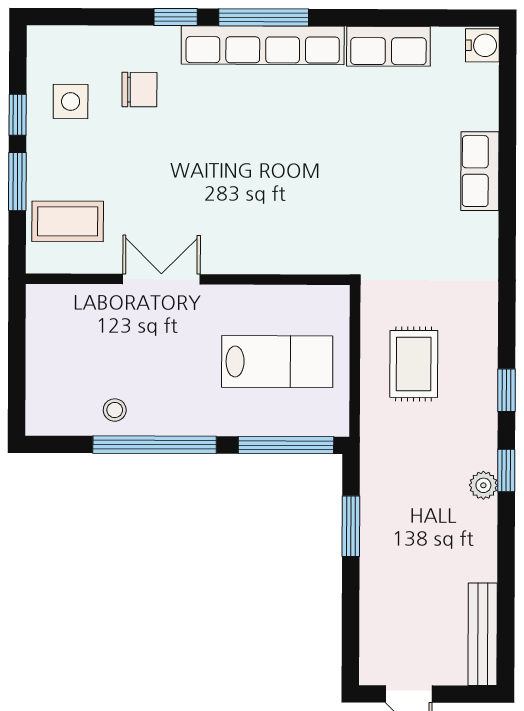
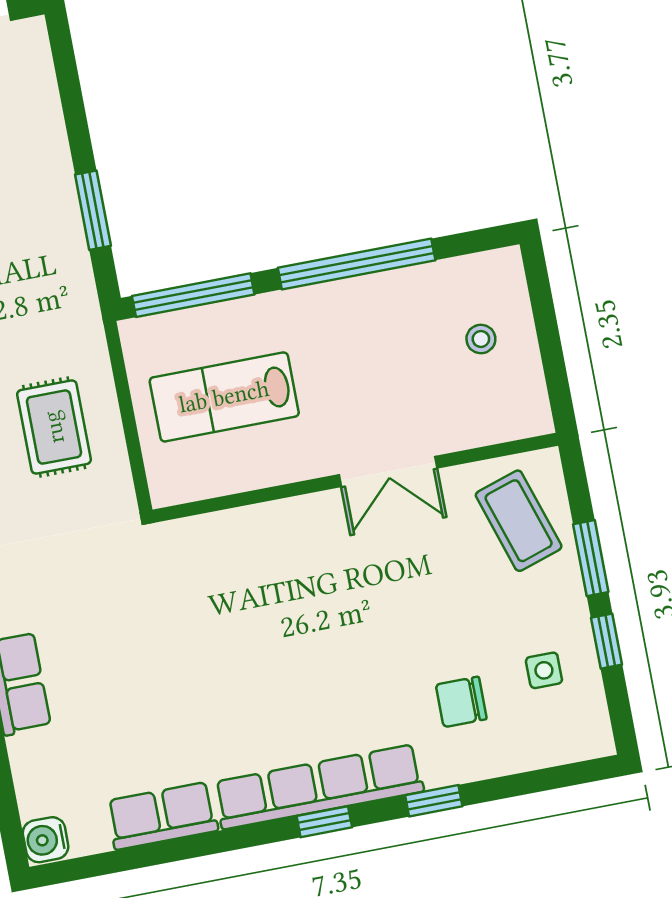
window: (264, 17) -> (324, 822), width x0.46
side table: (71, 101) -> (544, 670), width x0.73, depth x0.73
coffee table: (68, 221) -> (519, 521), turned 72
stool: (115, 410) -> (481, 339), moved

